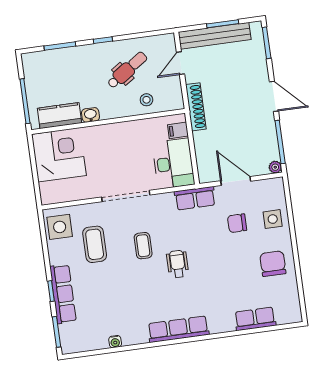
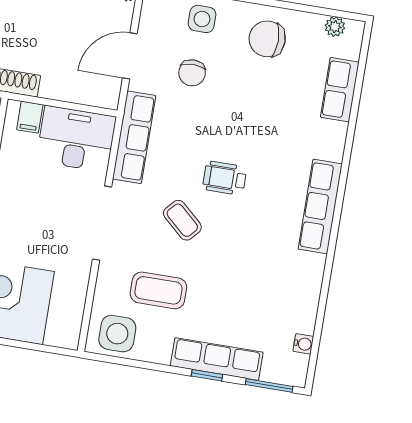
row of seats: (195, 198) -> (134, 137), width x1.48
coffee table: (143, 246) -> (182, 220), turned 42
plant: (294, 304) -> (335, 27), added
water cooler: (115, 342) -> (303, 344), moved

